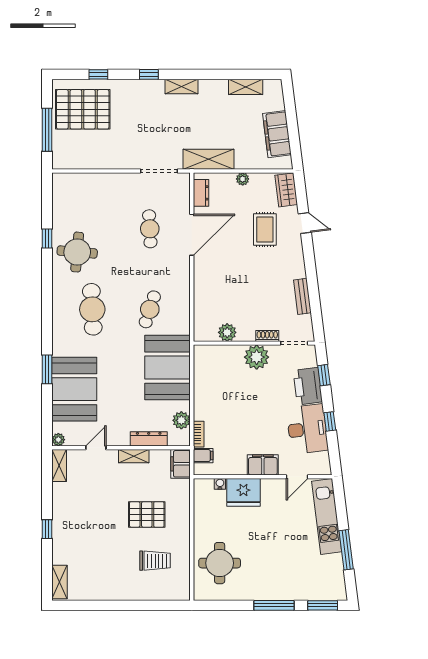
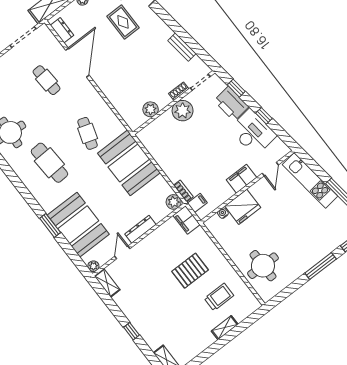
plant: (181, 420) -> (174, 202), moved
dresser: (149, 439) -> (140, 229), moved
shelving: (134, 456) -> (225, 328), moved

